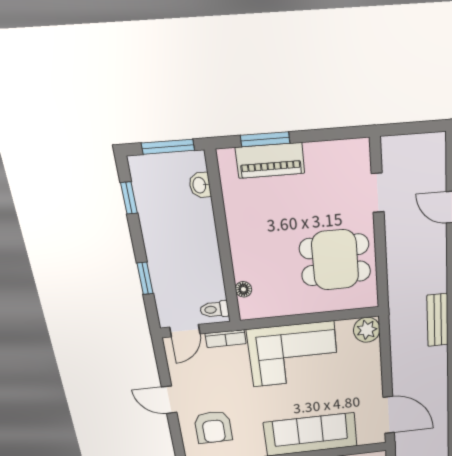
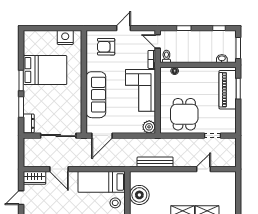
piano: (270, 160) -> (228, 90), width x1.37, depth x1.33
bench: (438, 320) -> (155, 162), width x1.36

